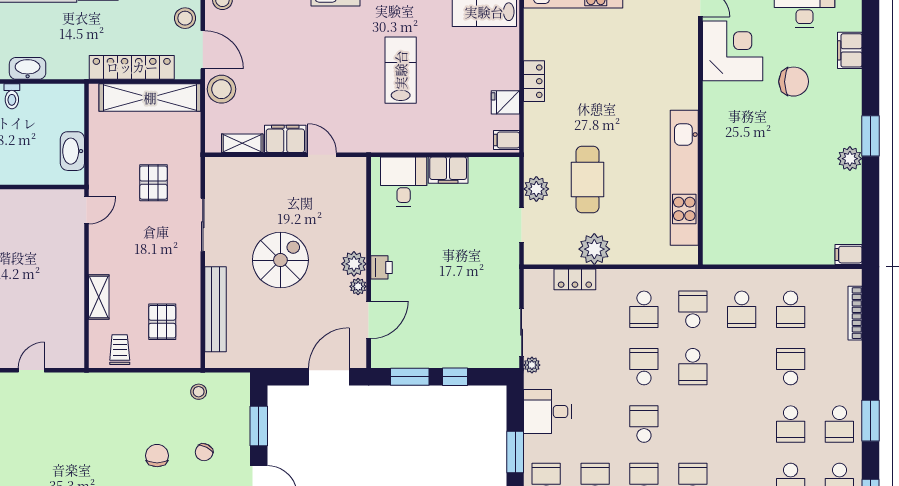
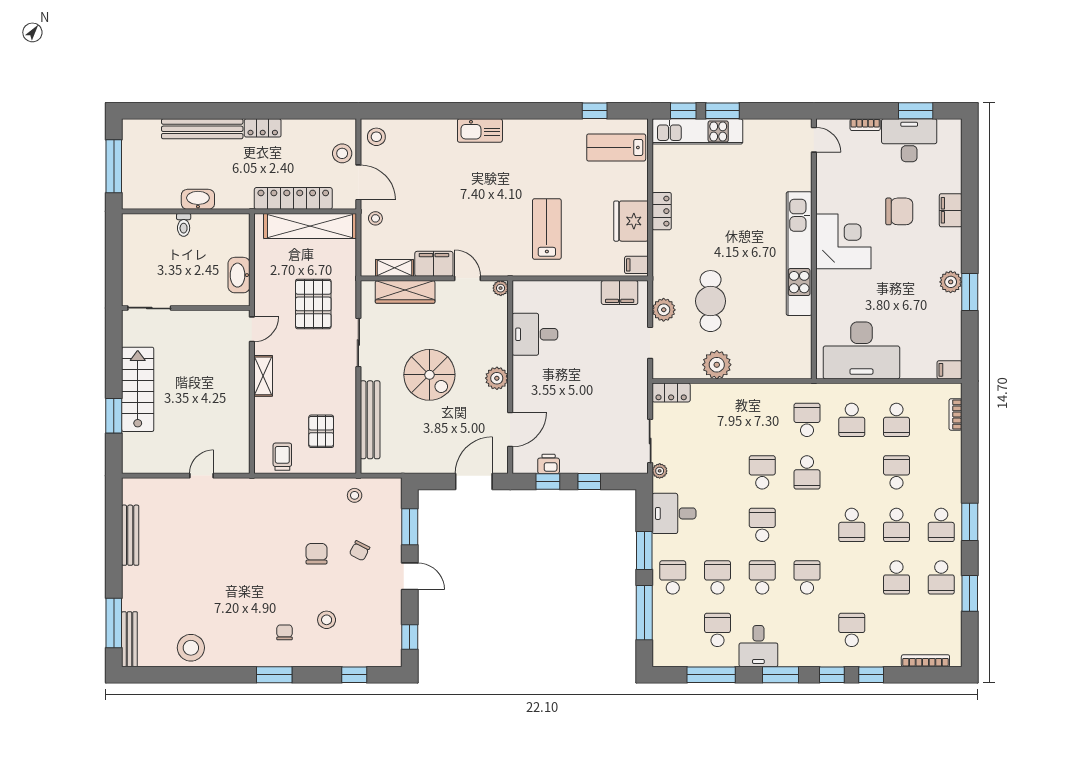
filing cabinet: (850, 50) -> (951, 210), moved
corner desk: (733, 51) -> (843, 241), moved
lab bench: (401, 70) -> (547, 229), moved
stool: (221, 89) -> (375, 218), width x0.53, depth x0.53
fridge: (505, 102) -> (631, 221), width x1.88, depth x1.34
window: (871, 136) -> (970, 292), moved
wardrobe: (254, 169) -> (405, 292), added
filing cabinet: (448, 170) -> (620, 292), moved
kitchen unit: (684, 178) -> (799, 254), moved
desk: (404, 182) -> (535, 334), moved, turned -90
pallet: (153, 183) -> (313, 304), width x1.50, depth x1.42
desk: (752, 233) -> (861, 350), added
spiral stairs: (280, 260) -> (429, 375), turned 90
printer: (381, 267) -> (549, 464), moved, turned -90
locker: (575, 279) -> (671, 393), moved
plant: (358, 286) -> (501, 288), moved
shelving: (99, 297) -> (263, 376), moved
school desk: (644, 309) -> (852, 525), moved
bookcase: (855, 313) -> (955, 414), width x0.64
window: (410, 377) -> (548, 482), width x0.67

